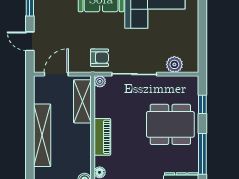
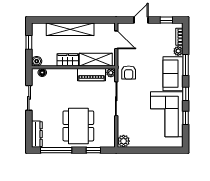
plant: (174, 64) -> (124, 141), moved
piano: (102, 137) -> (91, 75), moved
wardrobe: (83, 138) -> (68, 60), added

